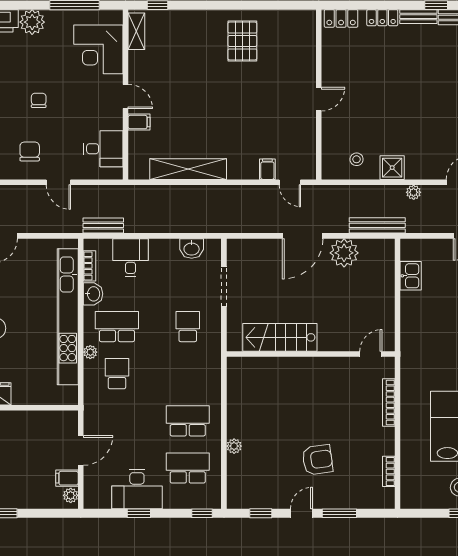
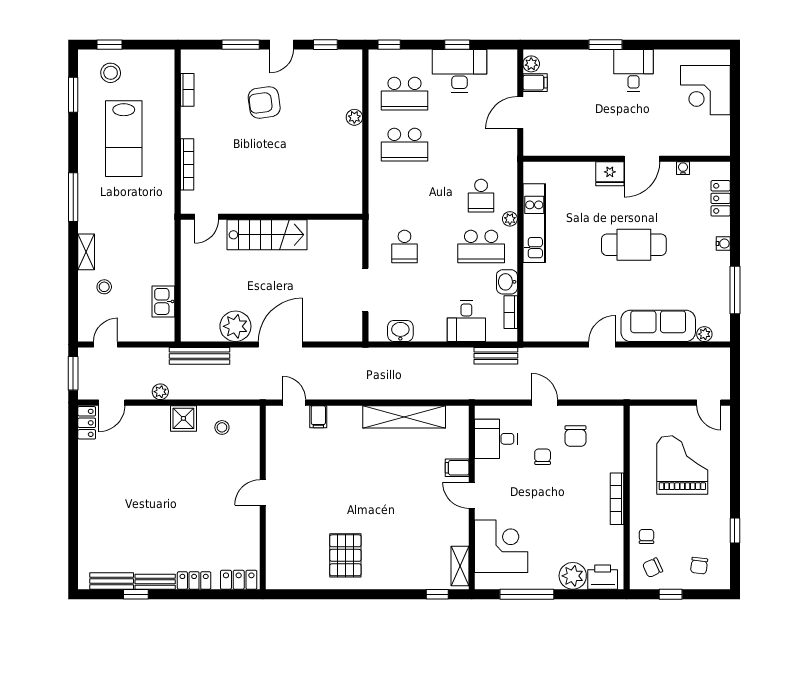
chair: (39, 100) -> (543, 457), moved, turned 180
kitchen unit: (68, 317) -> (534, 223), width x0.54
stairs: (280, 337) -> (267, 235), moved

